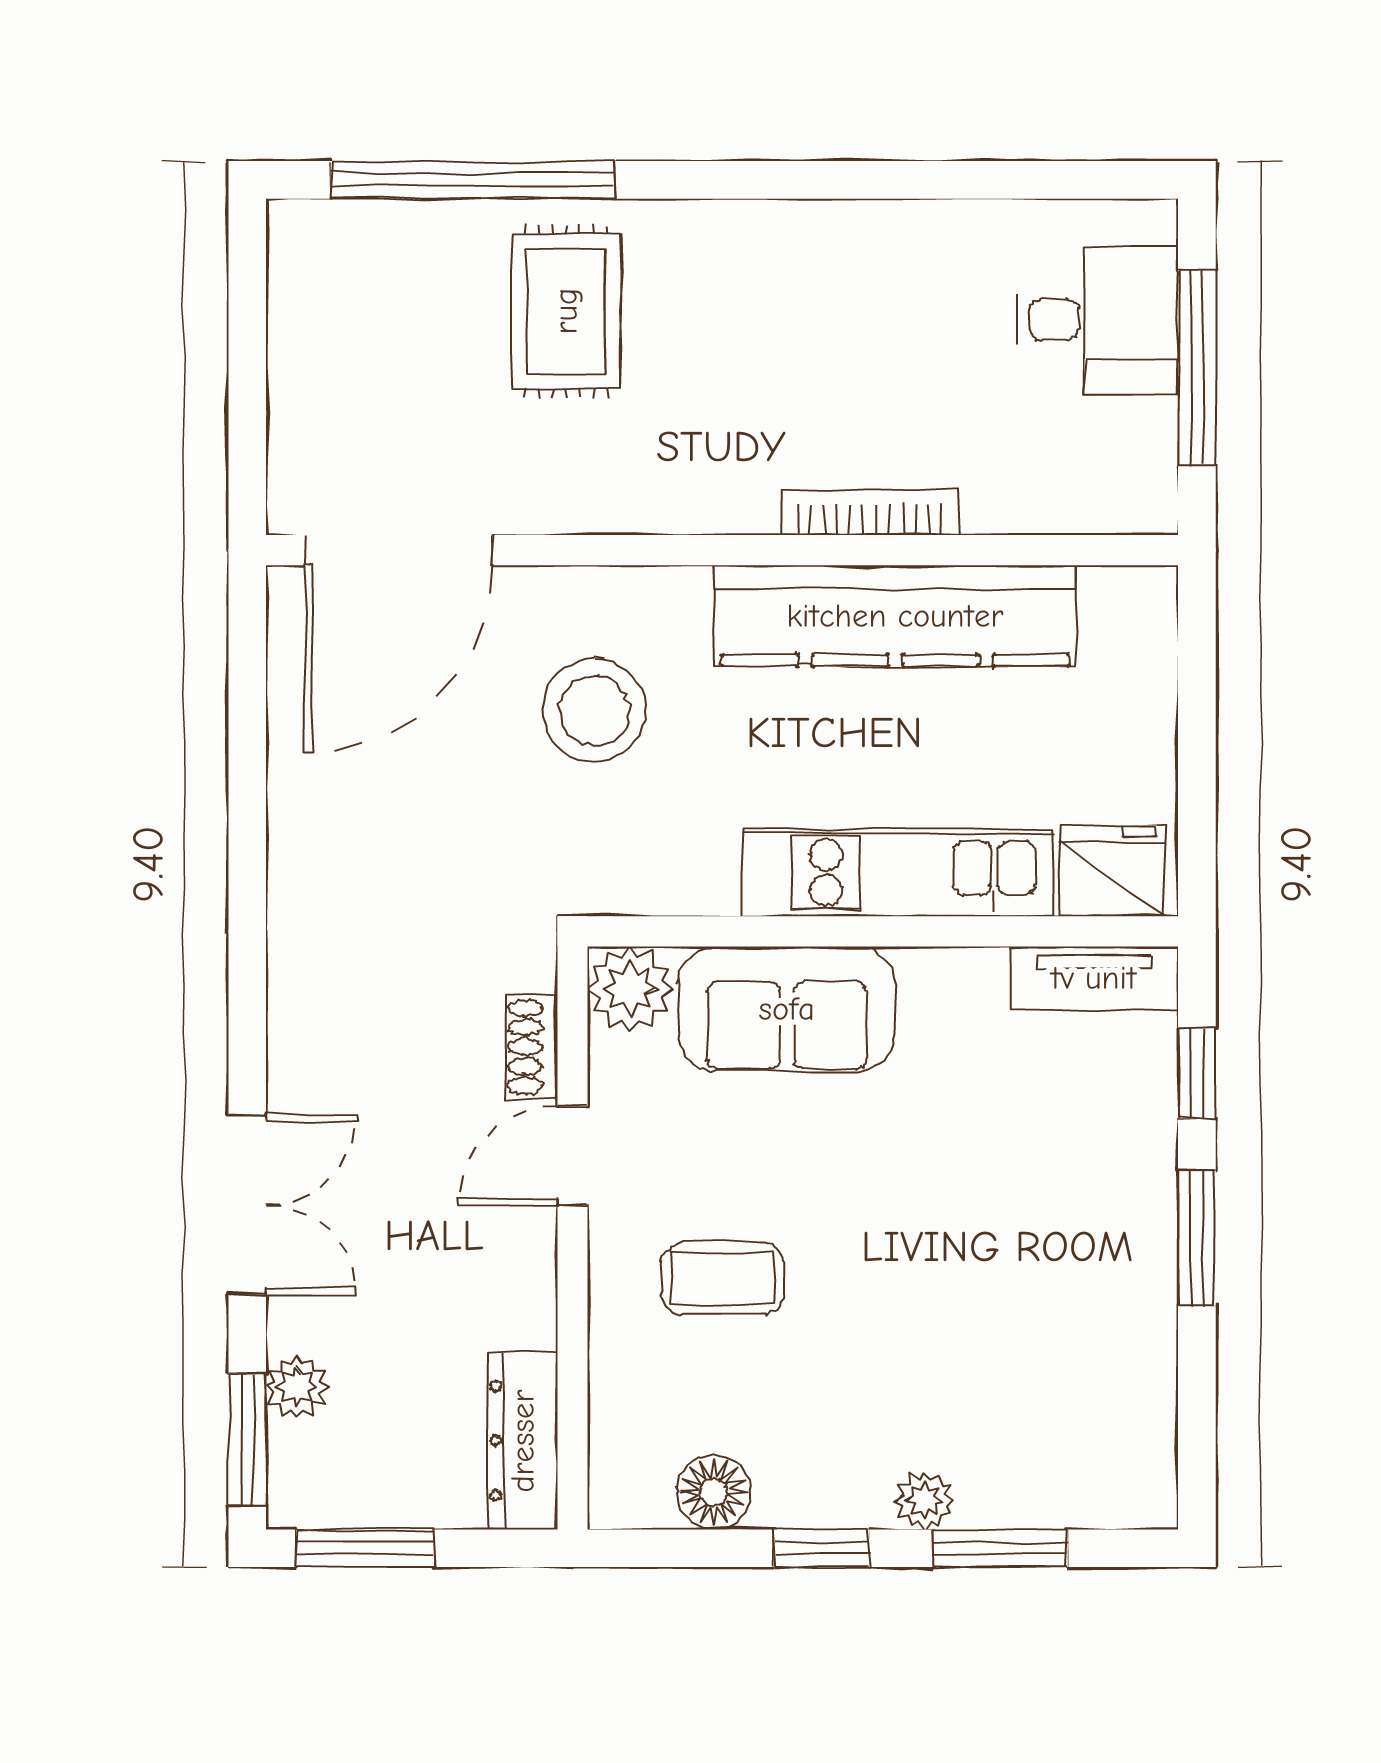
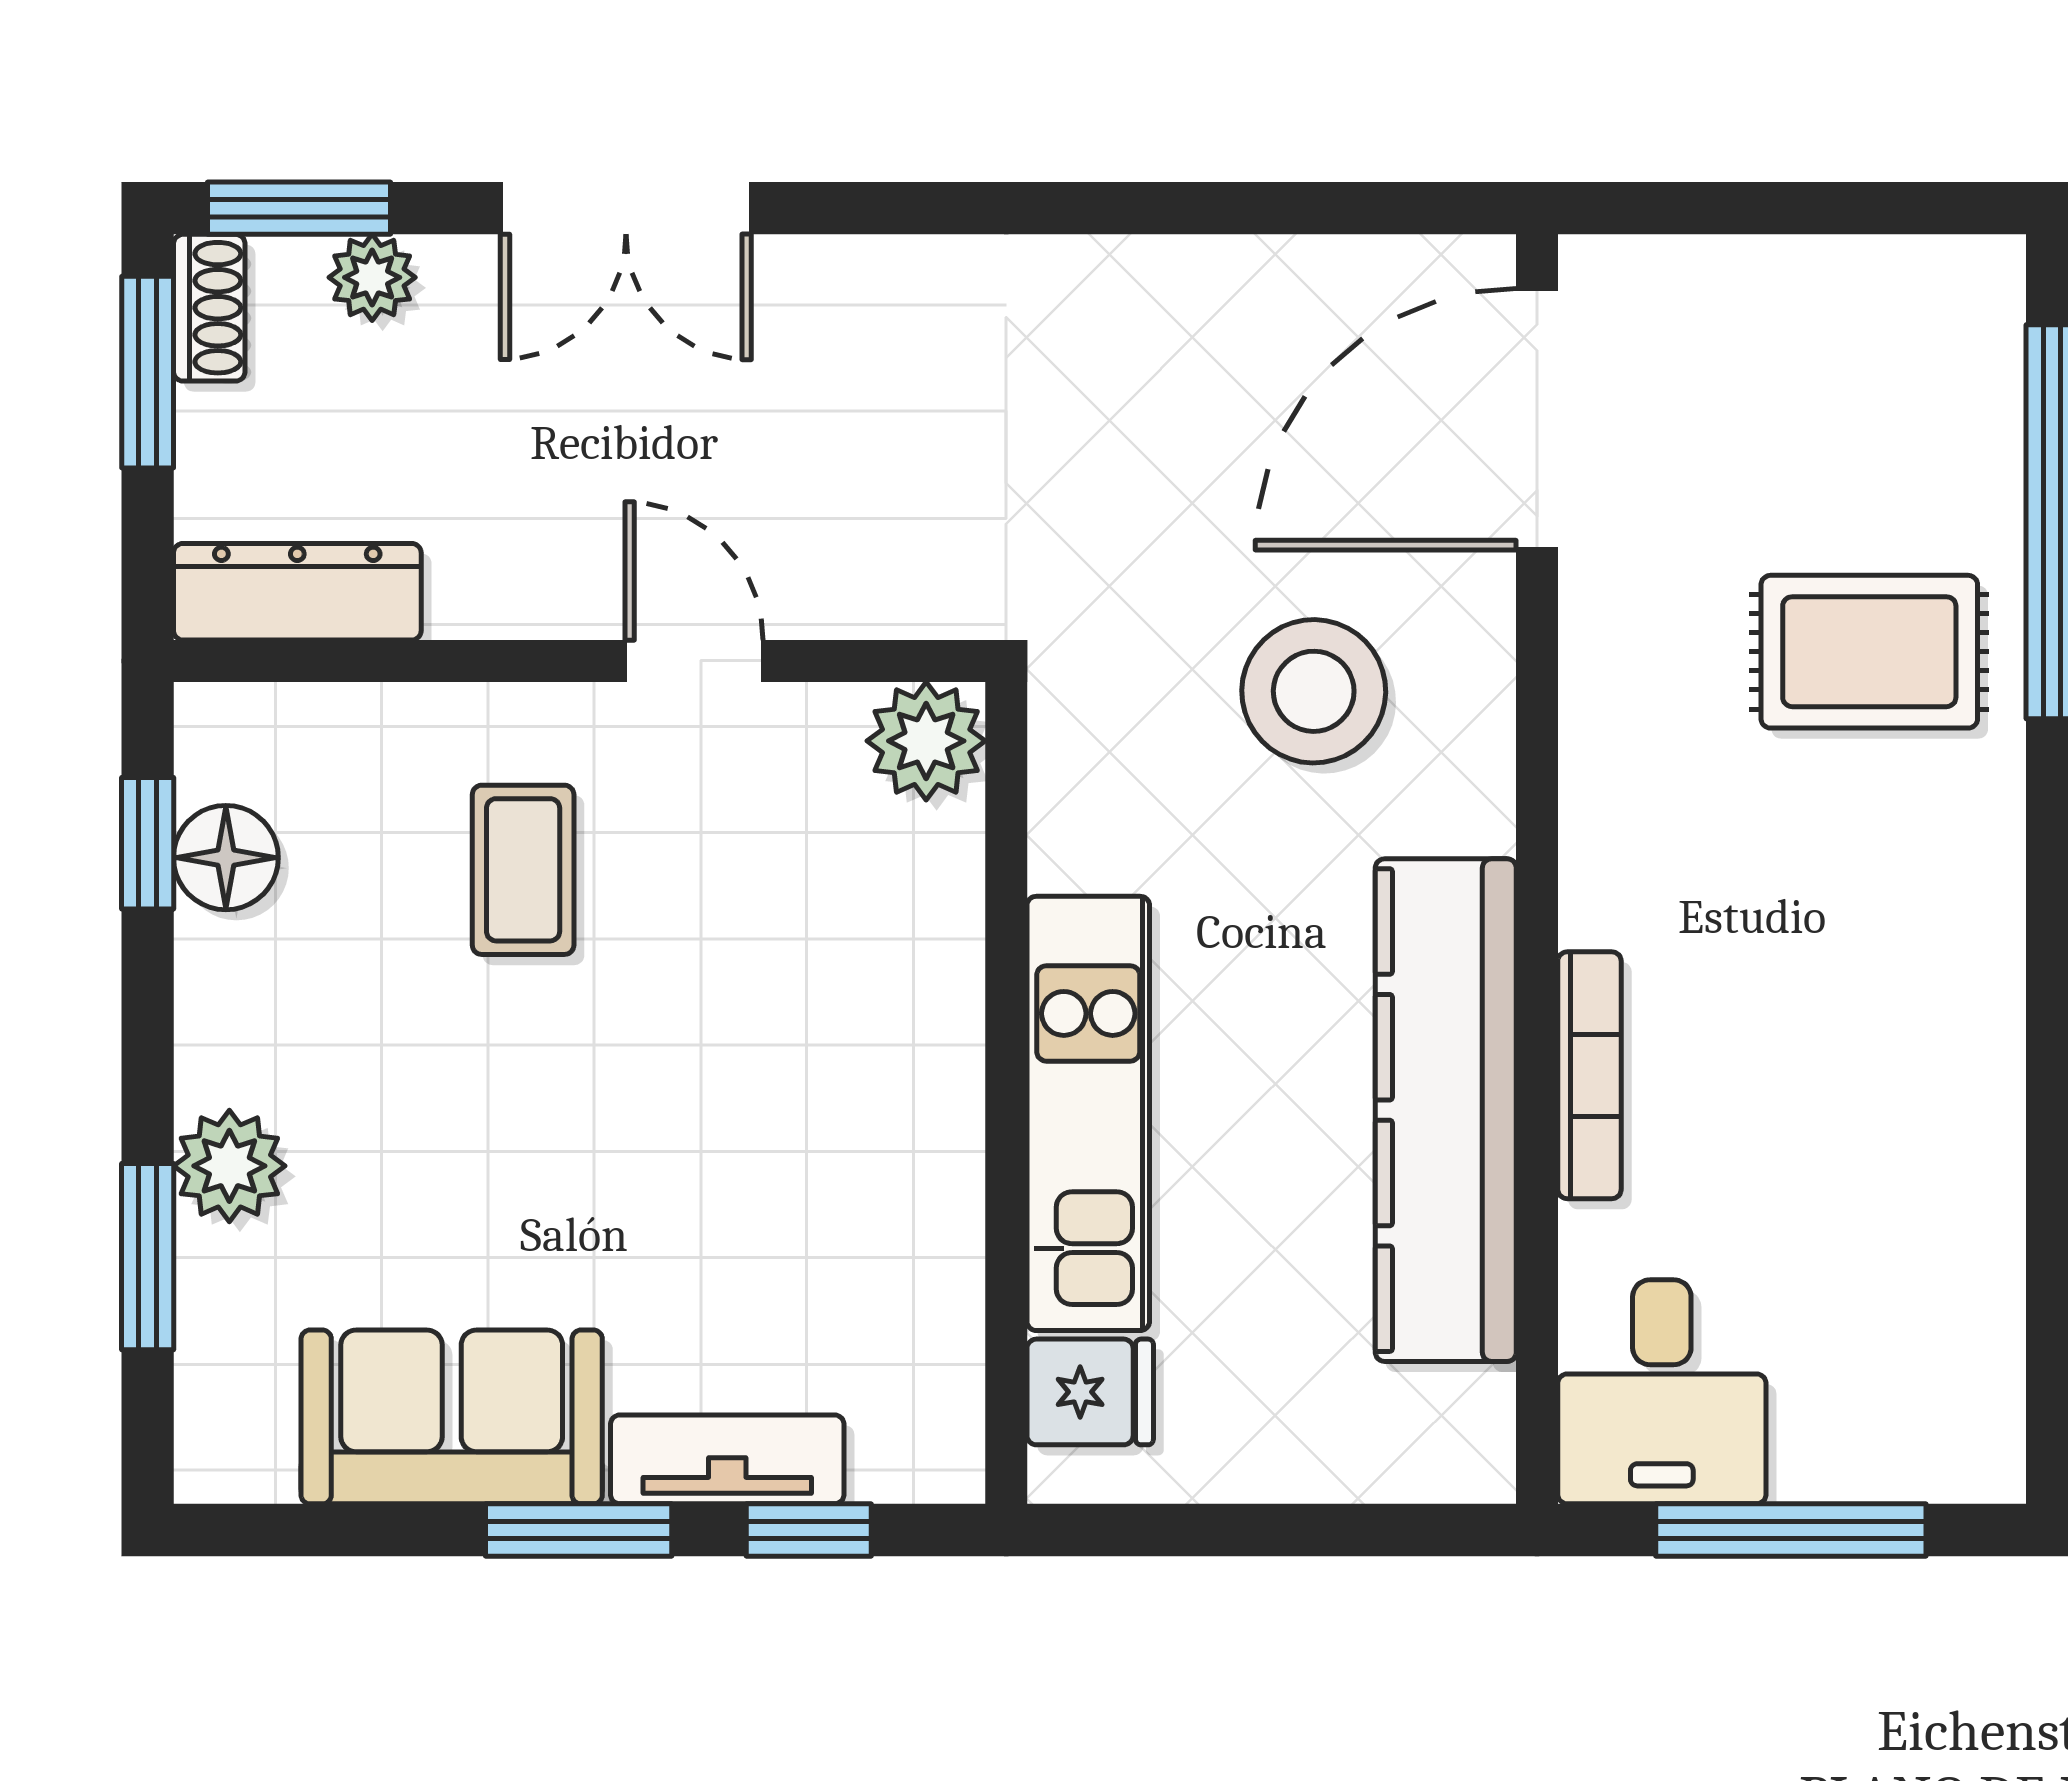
desk: (1098, 320) -> (1662, 1392), moved
door: (399, 550) -> (1537, 419), hinge flipped
fridge: (1112, 871) -> (1090, 1392), width x0.72
tv unit: (1094, 978) -> (727, 1459), moved, turned 90
sofa: (787, 1009) -> (452, 1417), moved, turned 90
shoe rack: (532, 1047) -> (209, 308), moved, turned 90
plant: (924, 1500) -> (229, 1166), width x1.38, depth x1.38
window: (821, 1548) -> (148, 843), moved

